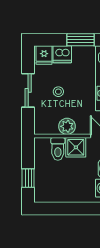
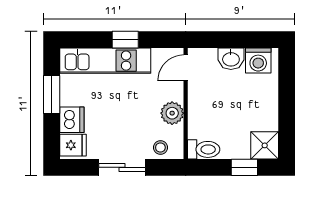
stool: (58, 92) -> (160, 147), moved
shower: (76, 147) -> (265, 145), moved
toilet: (58, 149) -> (204, 149), moved

